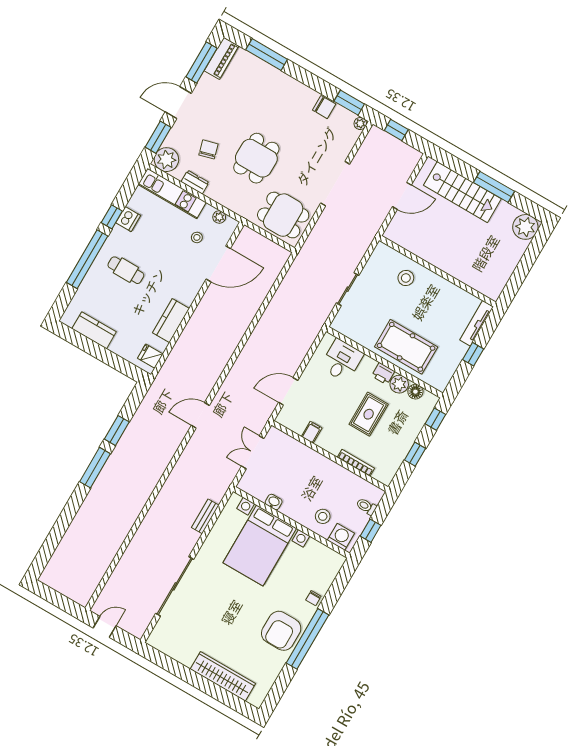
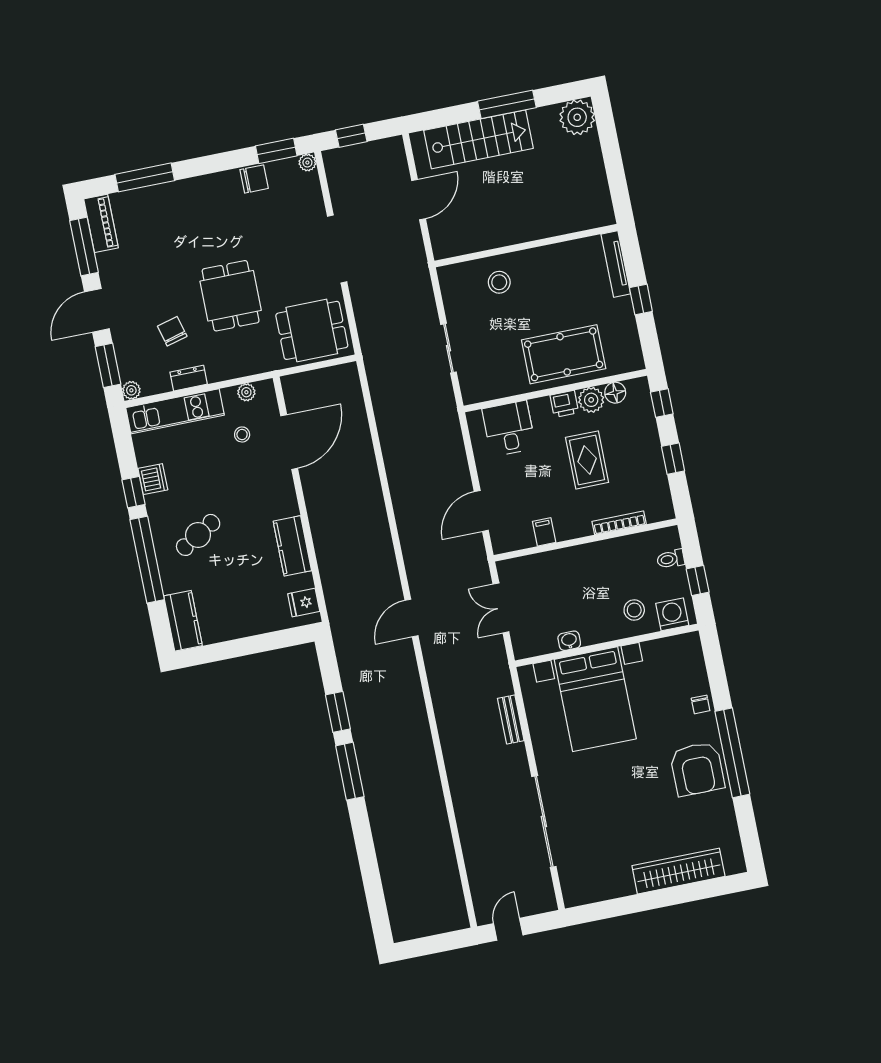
plant: (166, 160) -> (131, 390), width x0.53, depth x0.53
cafe table: (126, 270) -> (198, 535), turned -31
kitchen counter: (94, 330) -> (183, 621), moved, turned 90

